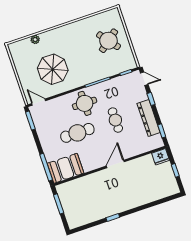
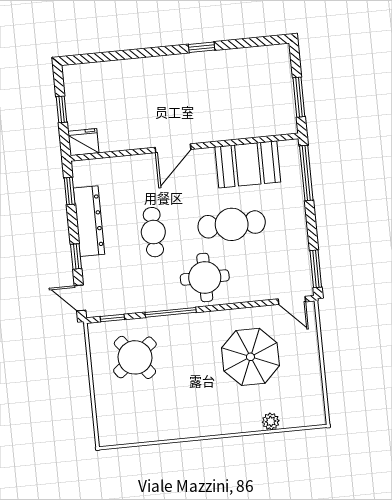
round table: (108, 41) -> (135, 357), moved
booth: (66, 168) -> (248, 164), moved

